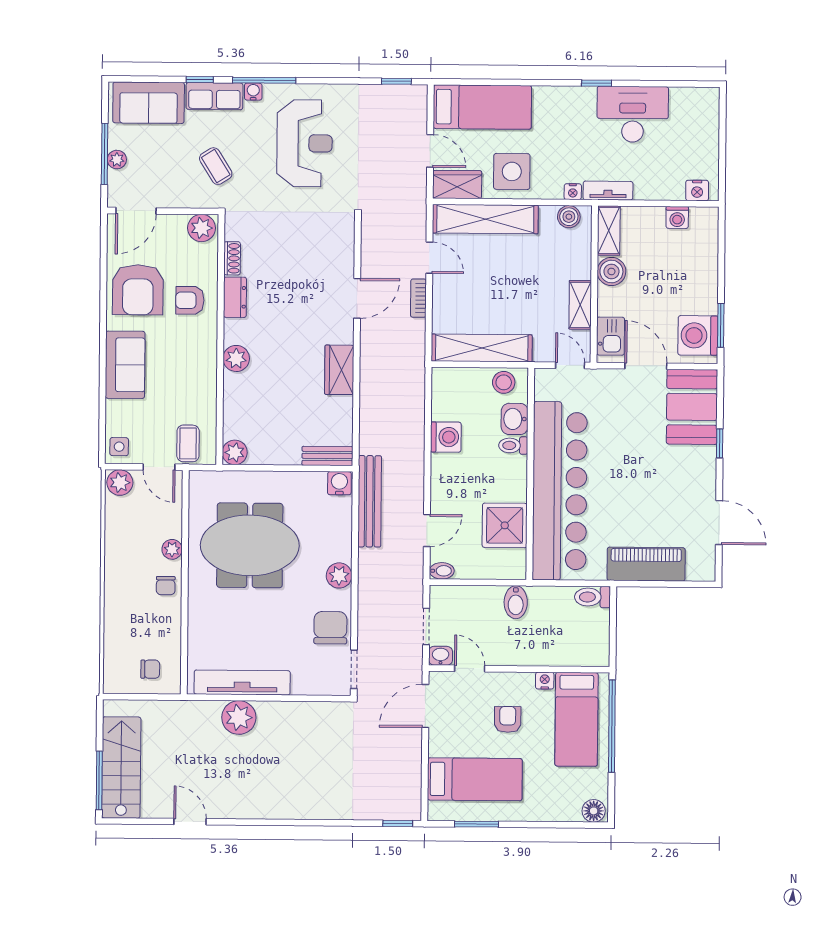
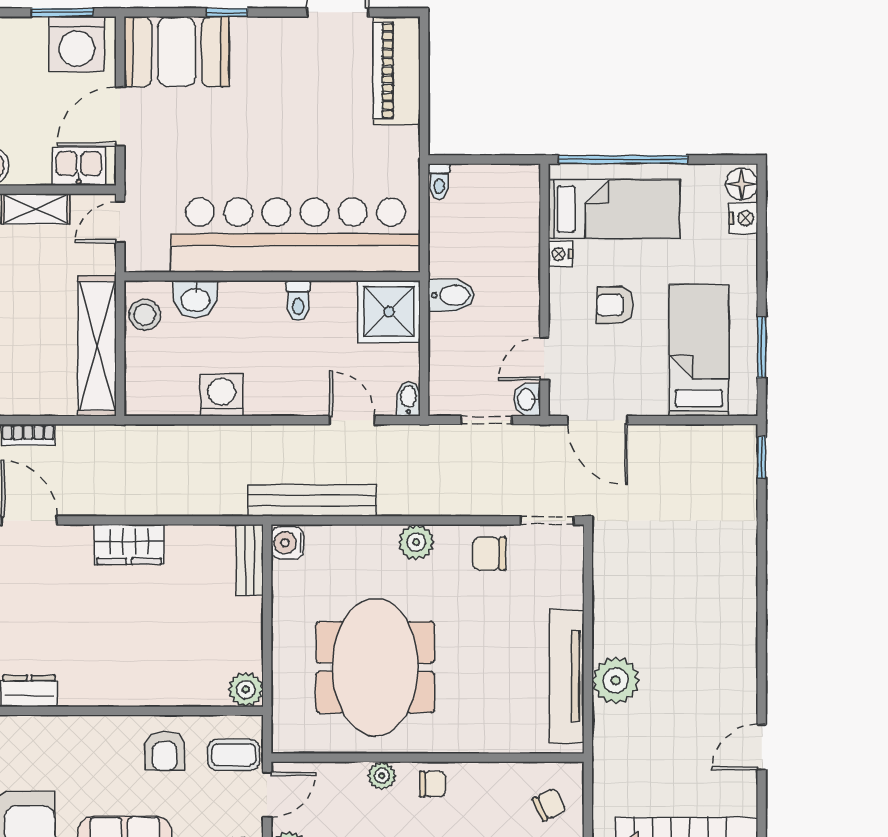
armchair: (190, 300) -> (165, 751), moved
plant: (236, 358) -> (115, 688), removed
toilet: (513, 445) -> (298, 301), moved
shower: (505, 525) -> (389, 312), moved
piano: (646, 564) -> (397, 71), moved
toilet: (592, 597) -> (439, 181), width x0.73, depth x0.72
chair: (330, 628) -> (489, 554), width x0.73, depth x0.73
chair: (150, 669) -> (549, 805), turned 64
nightstand: (569, 812) -> (743, 218), added

